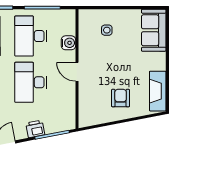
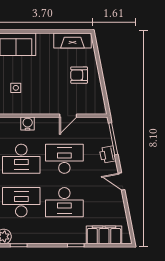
door: (77, 72) -> (68, 116), moved
desk: (31, 82) -> (64, 159), turned 180

